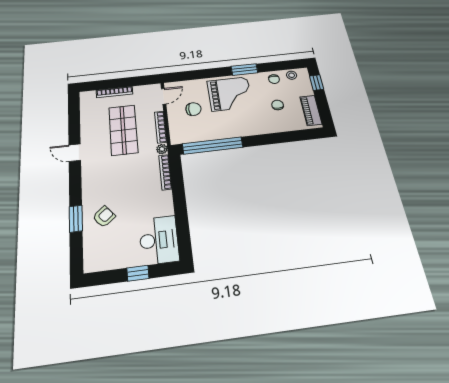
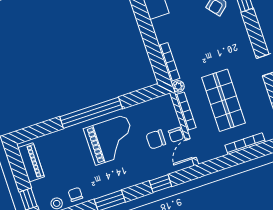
window: (197, 75) -> (161, 184), added
grand piano: (230, 94) -> (111, 140), moved, turned 180
chair: (278, 105) -> (176, 135), moved
window: (213, 146) -> (91, 113), moved

